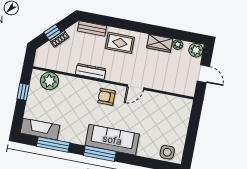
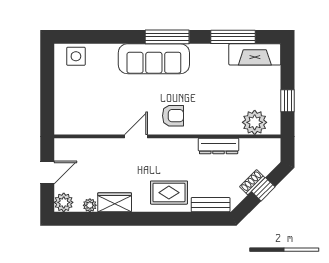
dresser: (91, 71) -> (219, 146), moved
door: (203, 74) -> (47, 173), swing flipped

